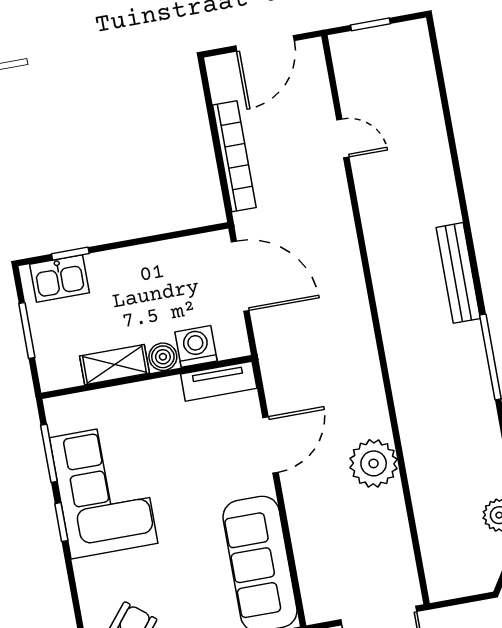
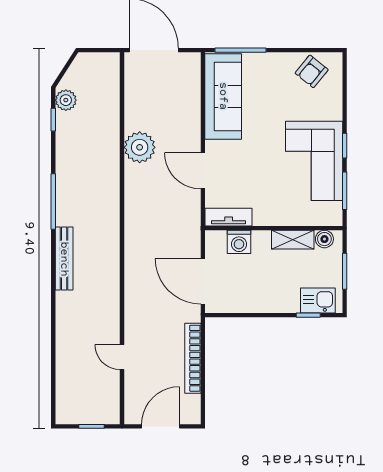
boiler: (163, 357) -> (324, 239), moved
door: (270, 445) -> (203, 171), hinge flipped

